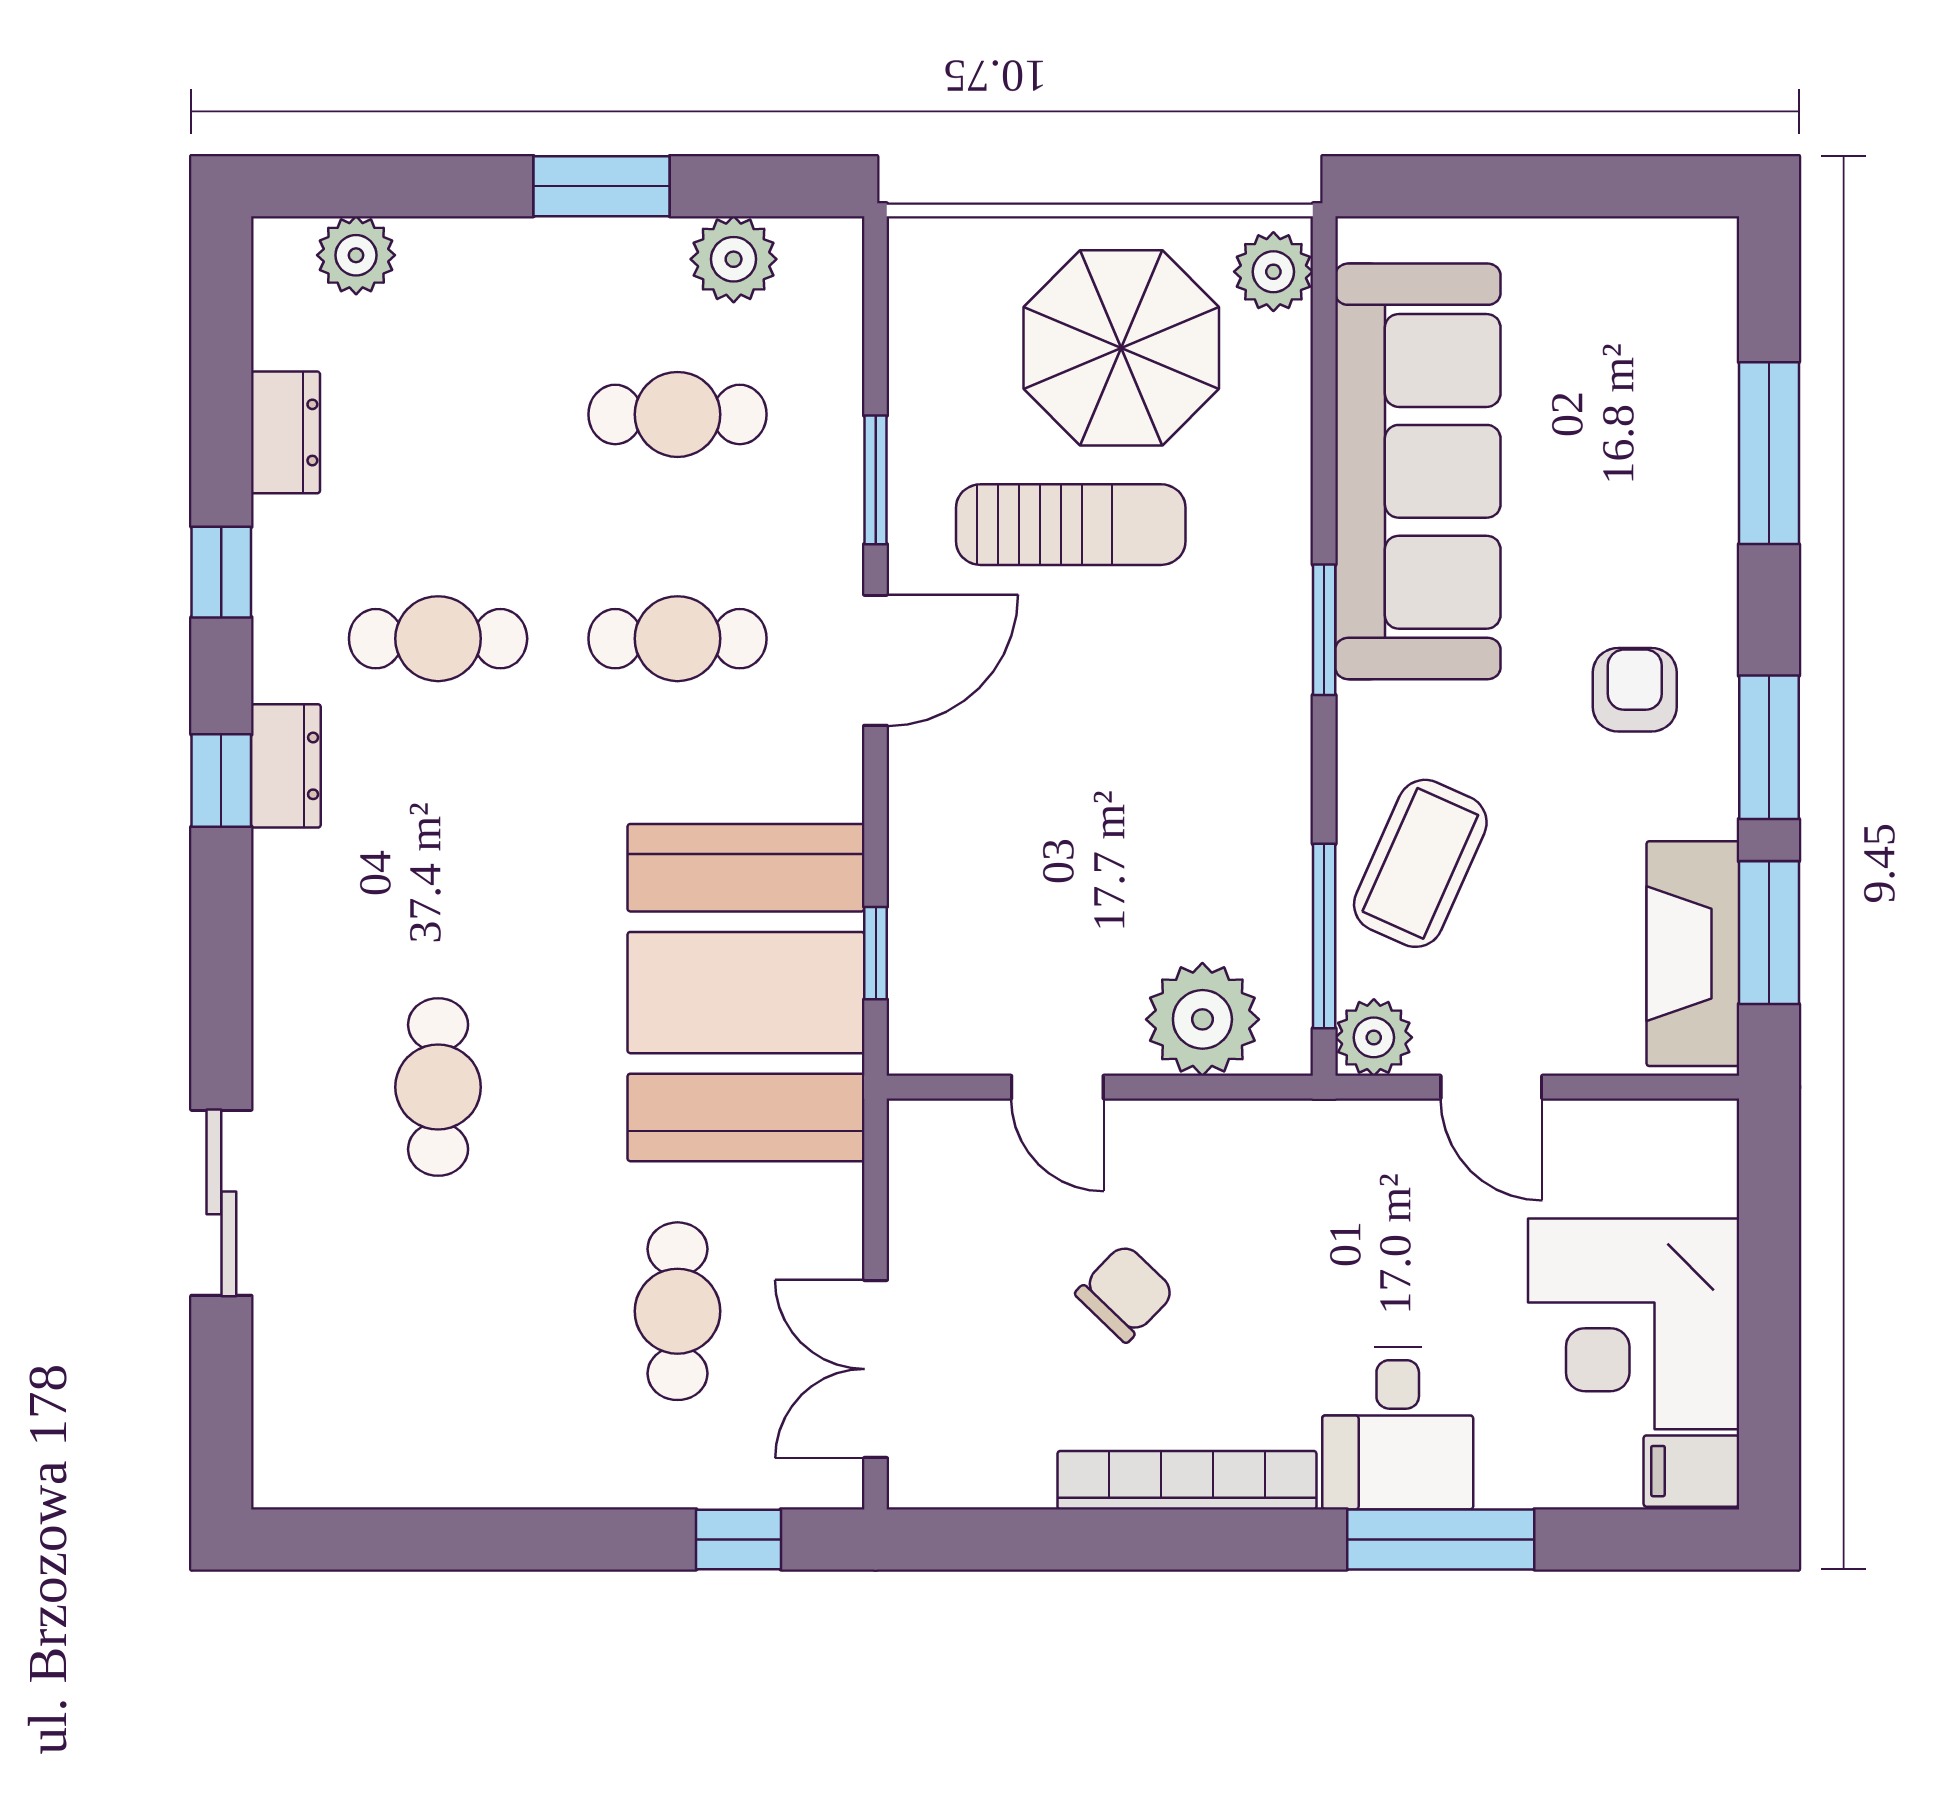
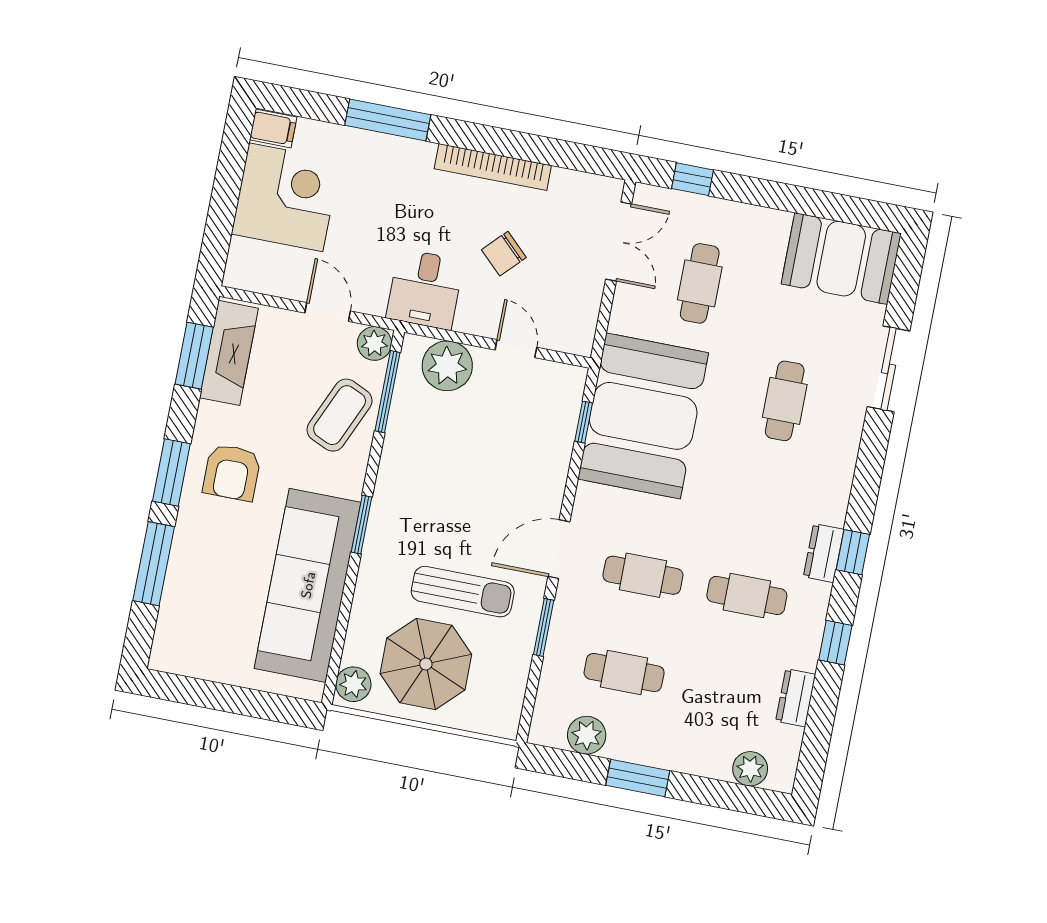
sun lounger: (1071, 525) -> (463, 592), turned 180
armchair: (1635, 690) -> (232, 472), width x1.38, depth x1.38
window: (1769, 747) -> (171, 472), moved
booth: (374, 1427) -> (841, 259), added
desk: (1398, 1428) -> (425, 289), moved, turned 180

